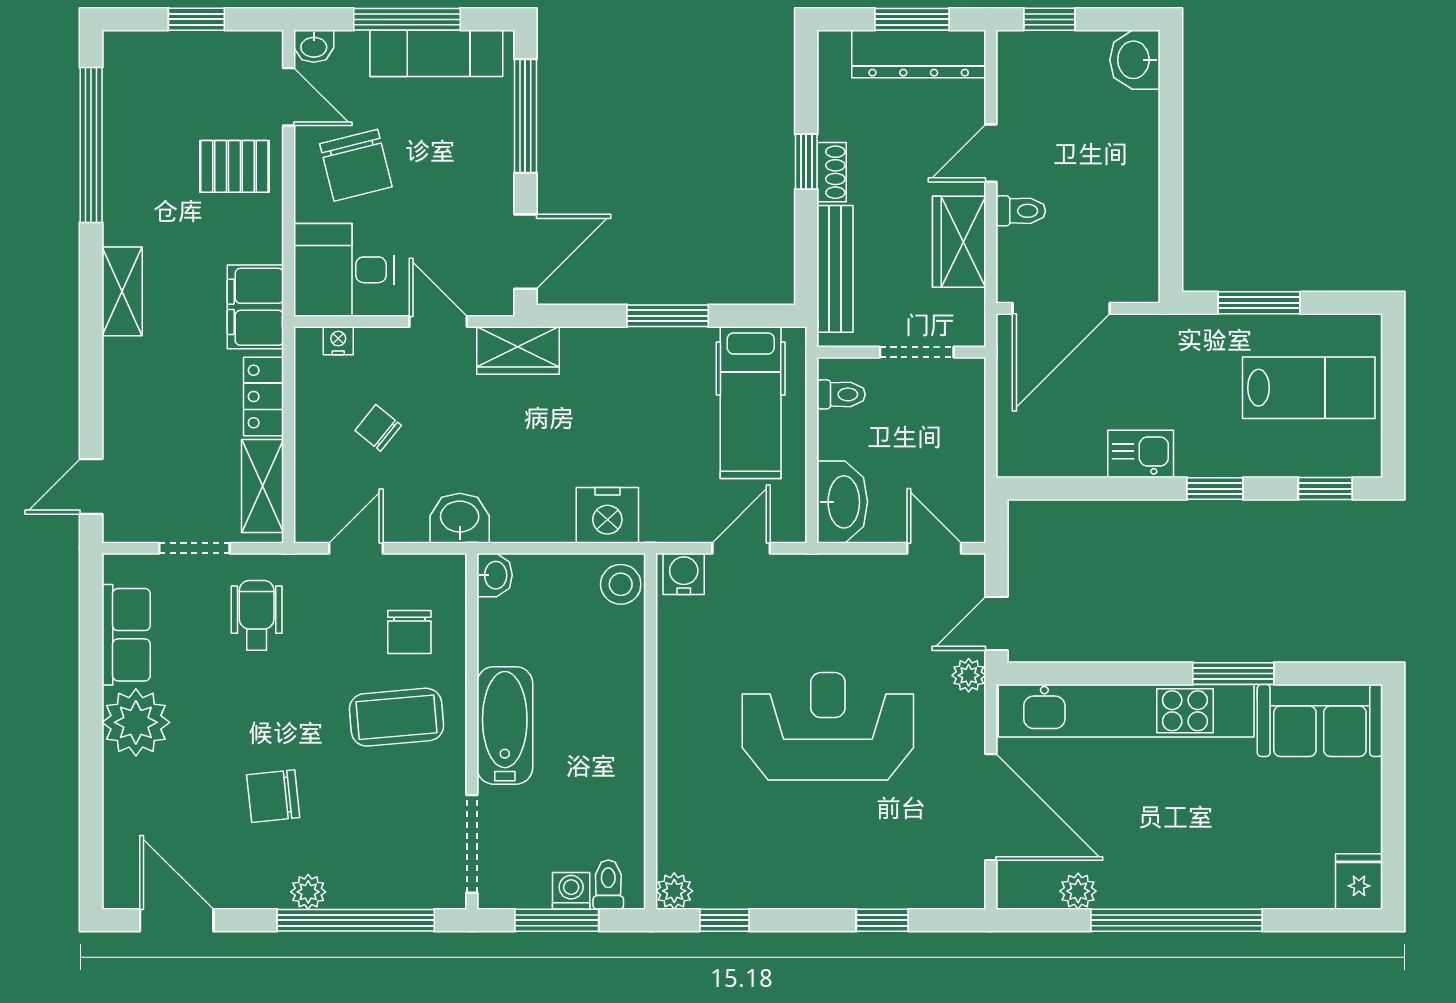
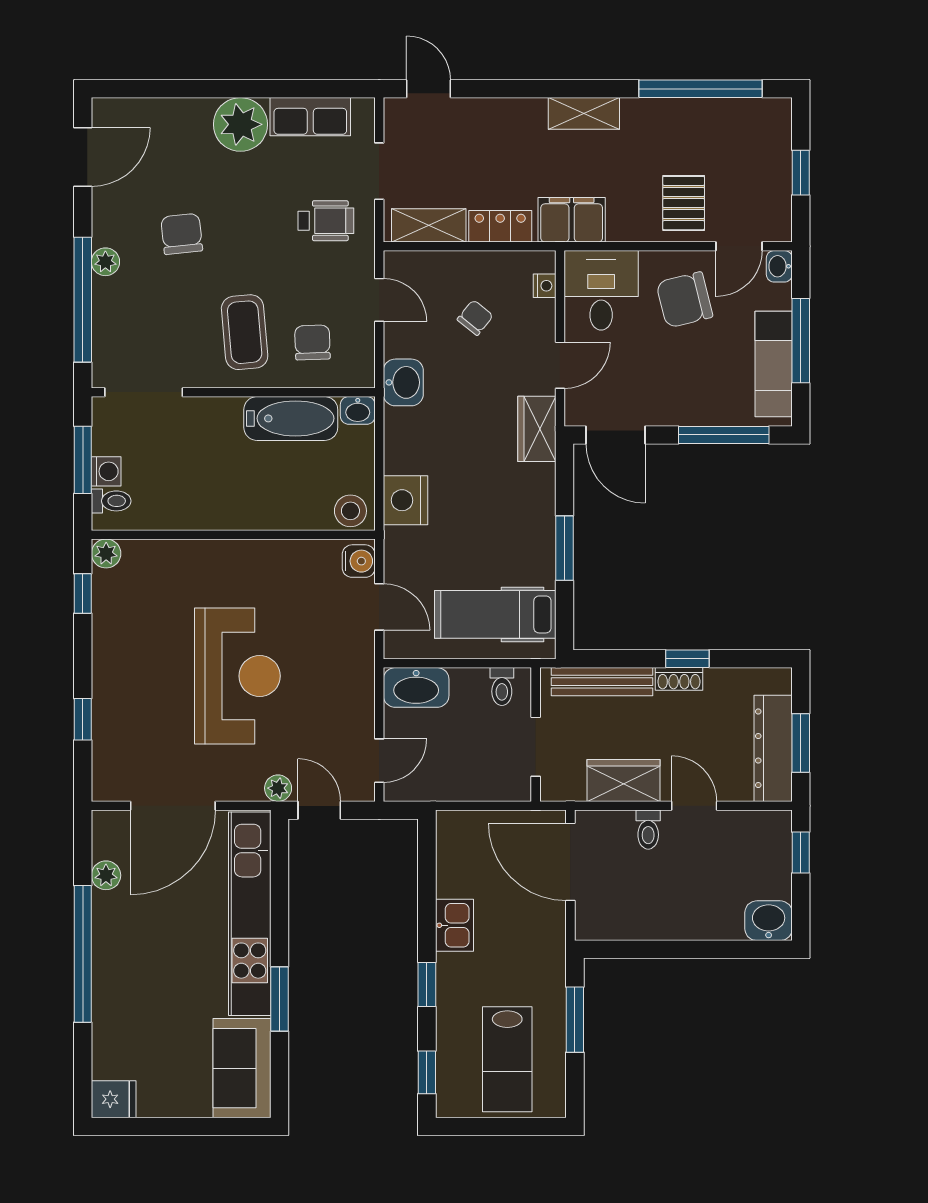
chair: (409, 632) -> (312, 342), turned 88
bathtub: (505, 725) -> (291, 418), moved

